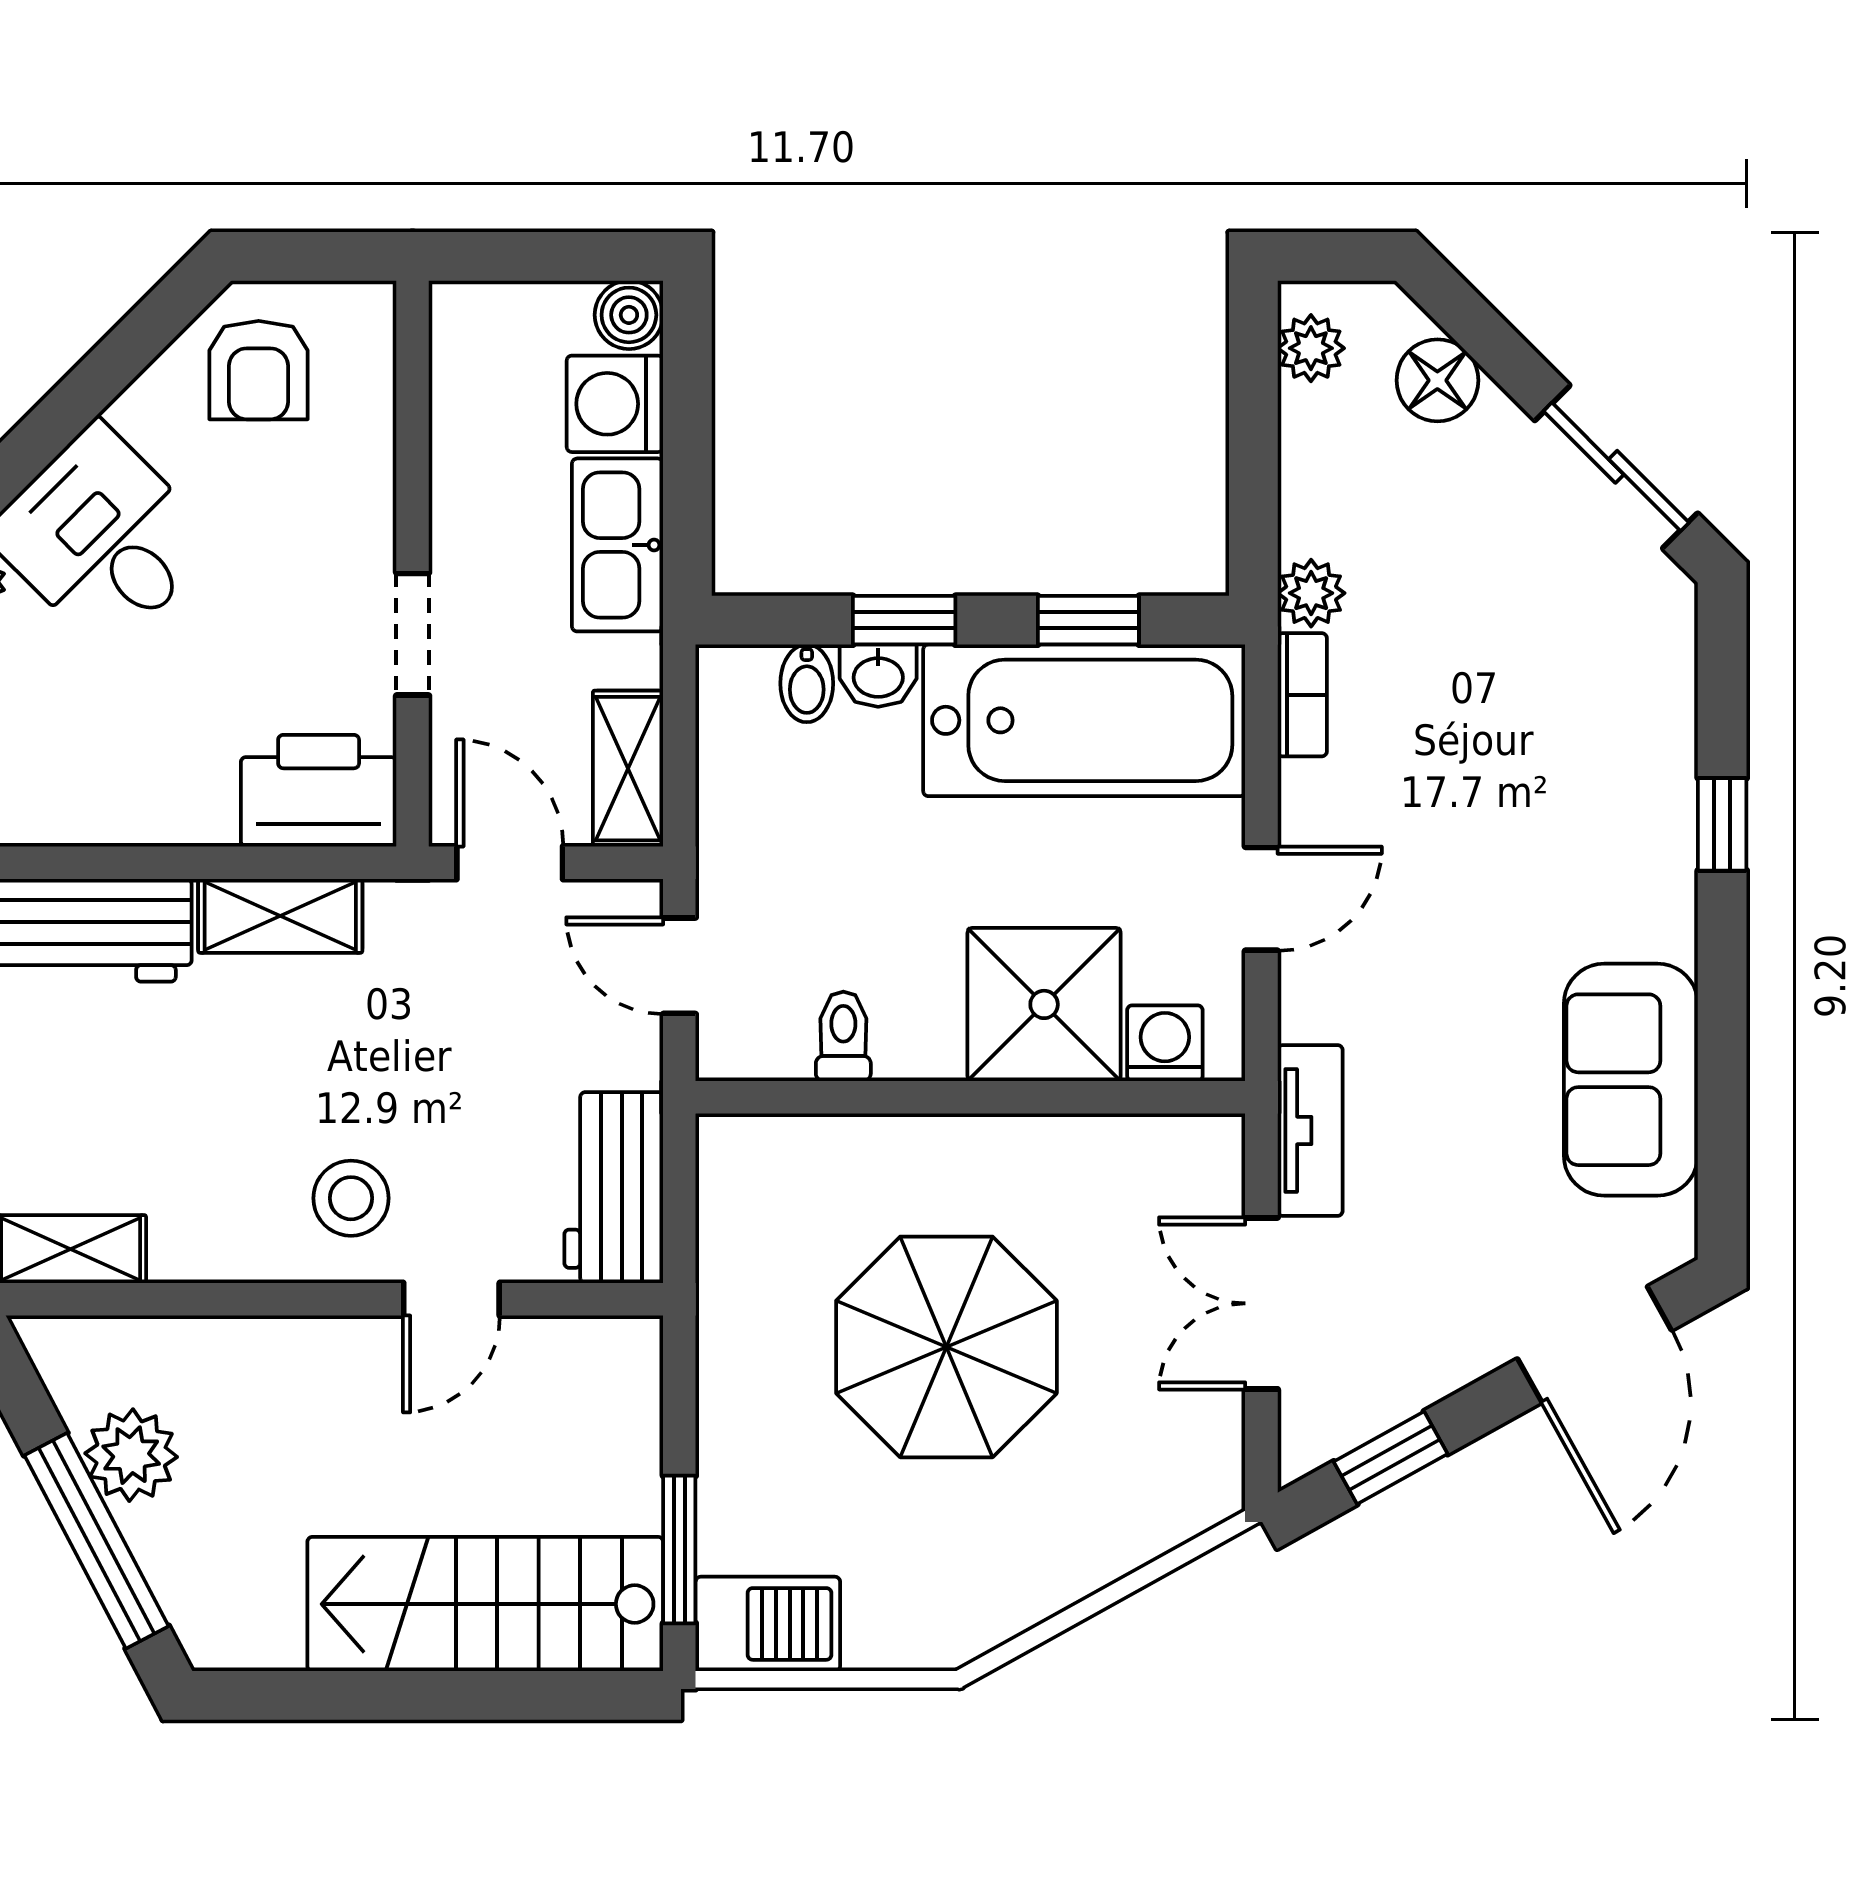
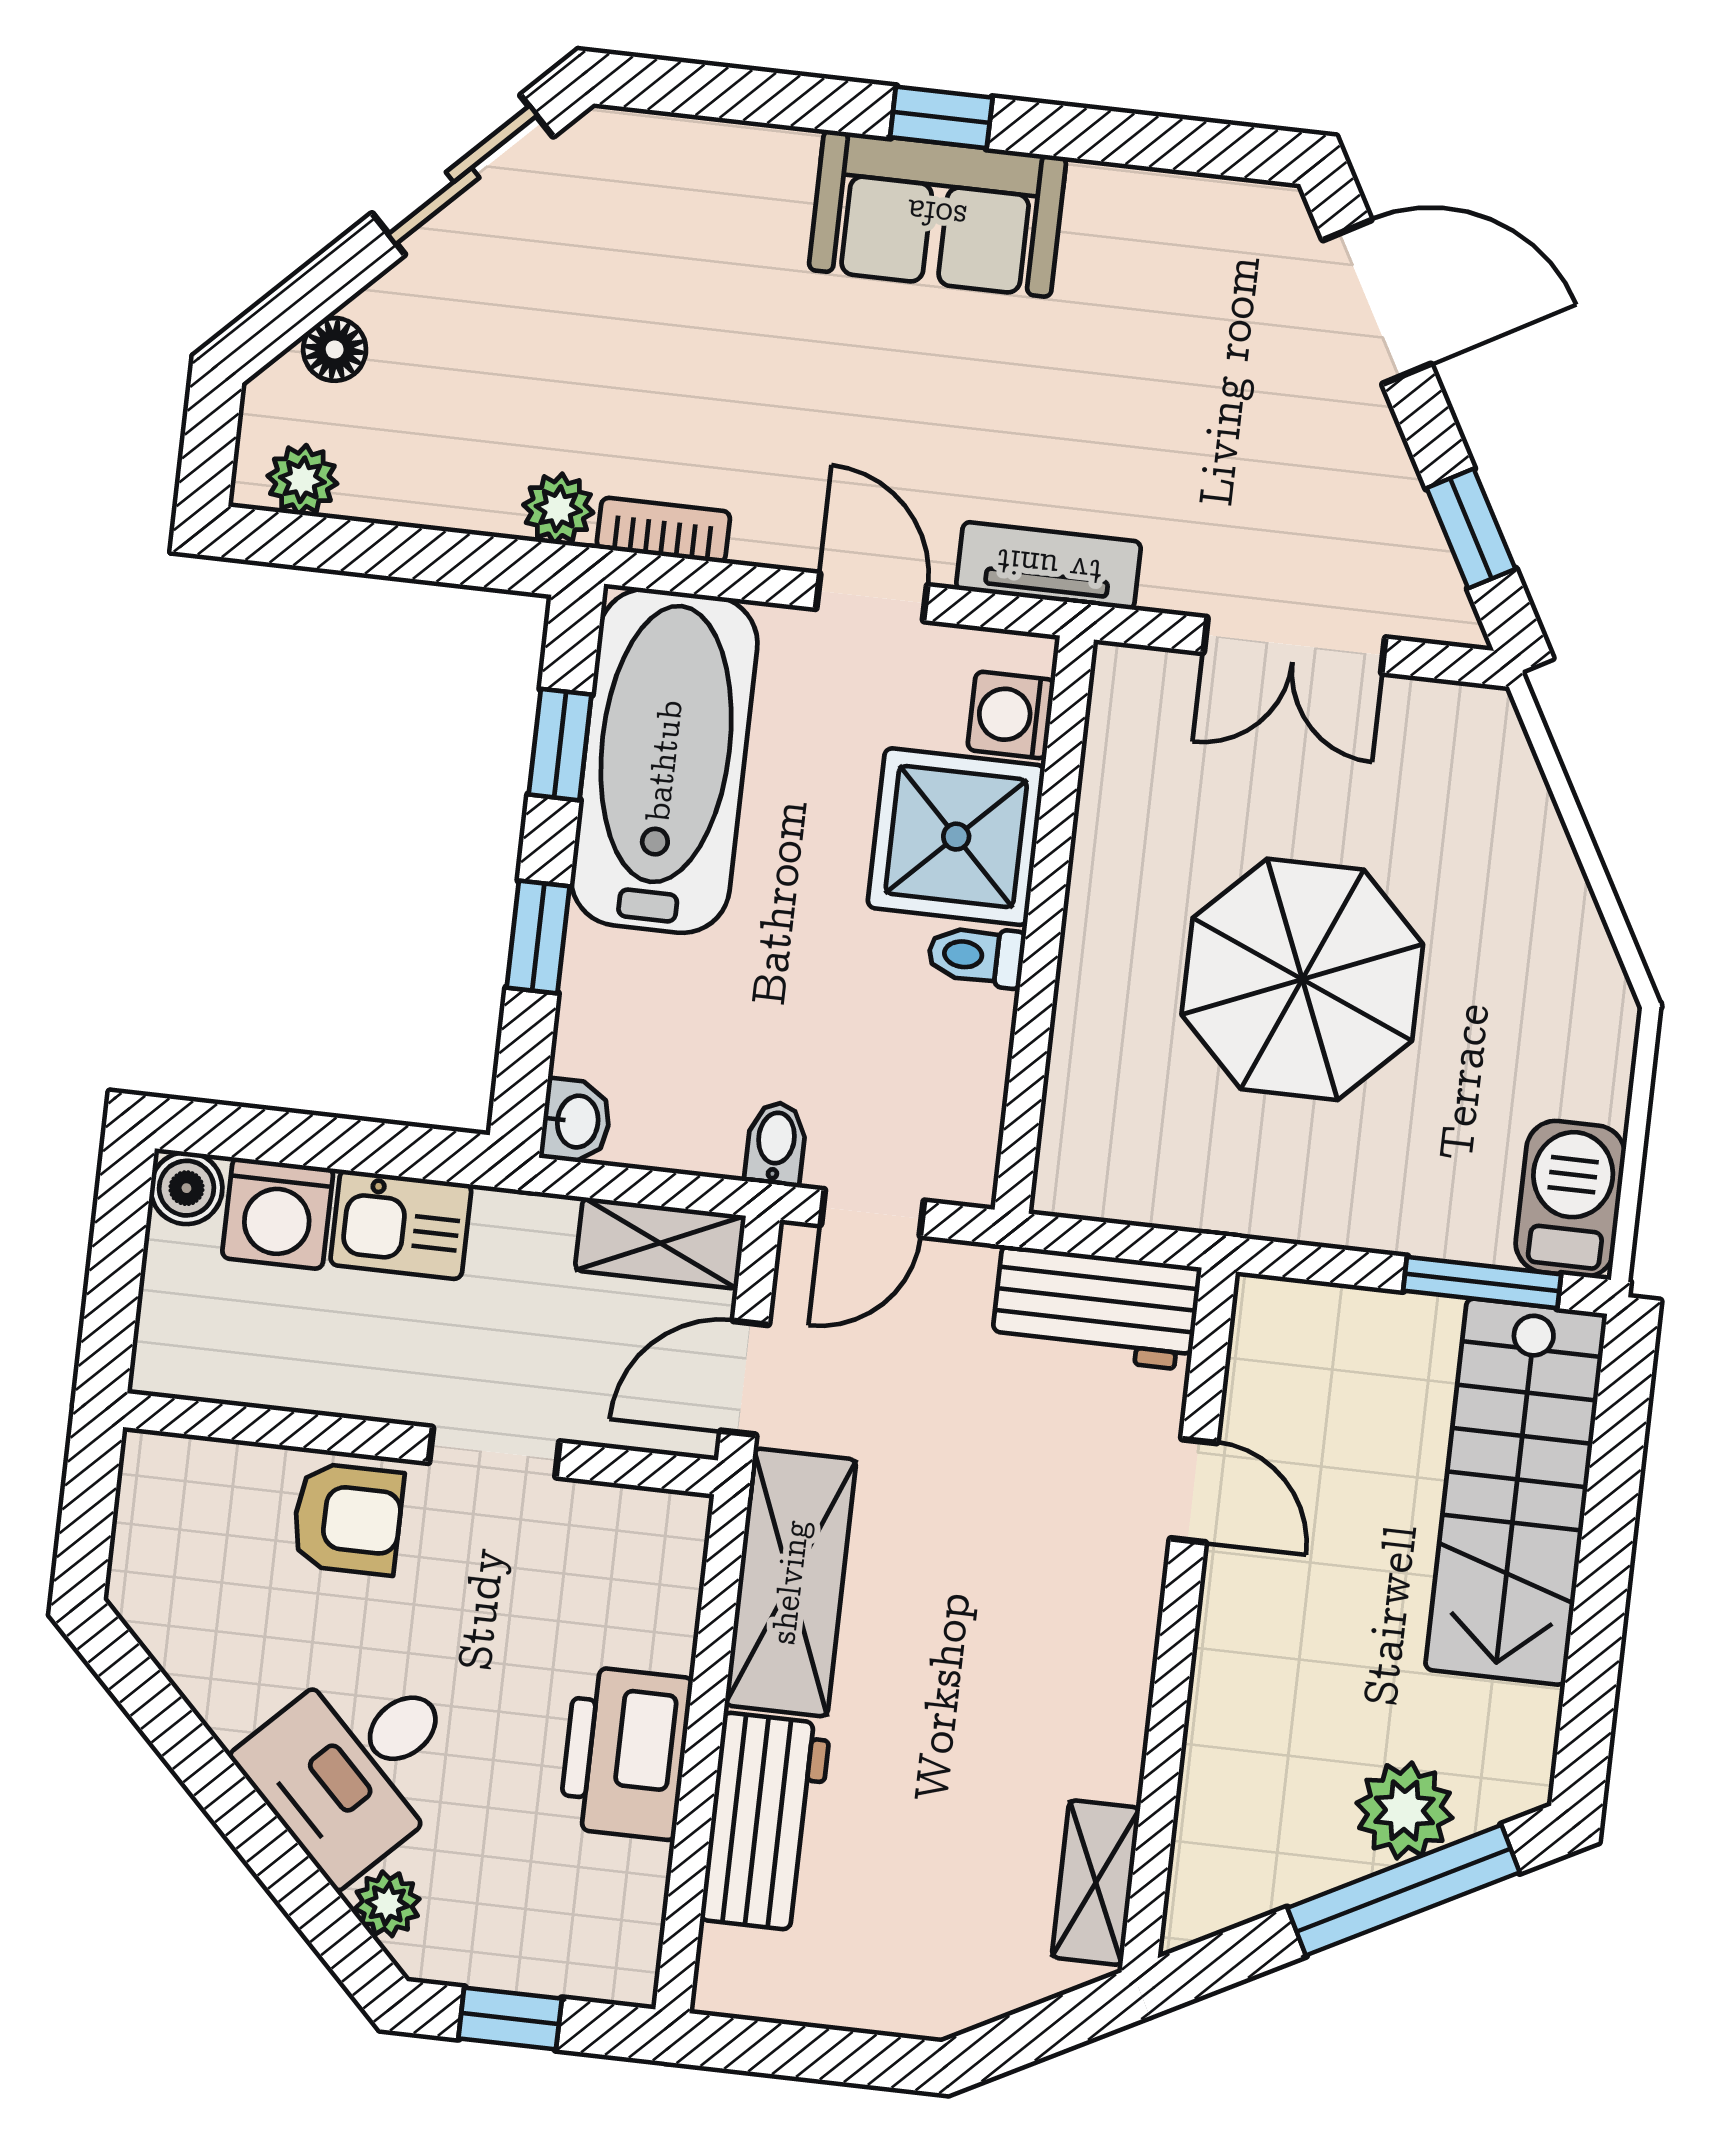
armchair: (259, 370) -> (347, 1519), moved
floor lamp: (1437, 380) -> (335, 349), width x0.73, depth x0.73
kitchen sink: (618, 545) -> (401, 1225), width x0.73
washbasin: (878, 676) -> (576, 1121), moved
bidet: (807, 683) -> (776, 1144), moved, turned -90
printer: (319, 791) -> (626, 1753), moved
window: (1722, 824) -> (941, 117), moved
shelving: (280, 916) -> (790, 1582), width x1.50, depth x1.33
toilet: (843, 1036) -> (976, 956), moved
sofa: (1631, 1080) -> (937, 214), moved
tv unit: (1310, 1130) -> (1049, 566), moved
stool: (351, 1198) -> (1076, 1584), removed
plant: (131, 1455) -> (1404, 1810), moved

